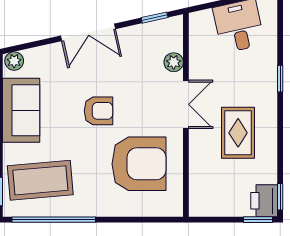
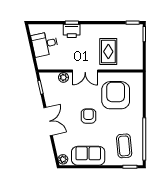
double door: (186, 104) -> (85, 71), swing flipped
rug: (238, 133) -> (108, 52), moved, turned 90
coffee table: (40, 180) -> (124, 146), width x0.73, depth x0.76
printer: (264, 201) -> (72, 31), moved

